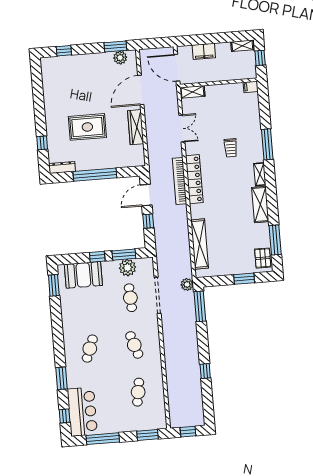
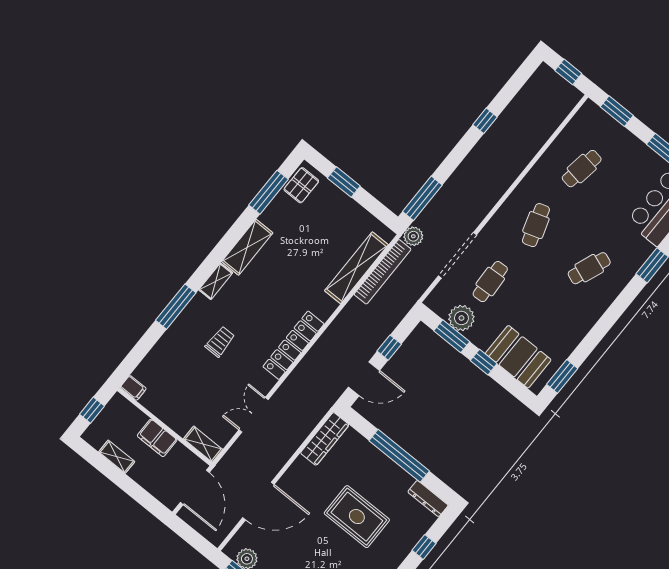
shelving: (242, 46) -> (117, 457), moved
filing cabinet: (204, 51) -> (157, 438), moved, turned 180
wardrobe: (136, 127) -> (325, 439), moved
bookcase: (179, 181) -> (383, 272), moved

